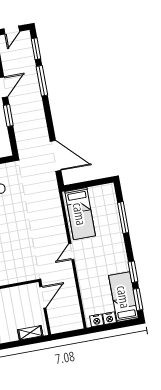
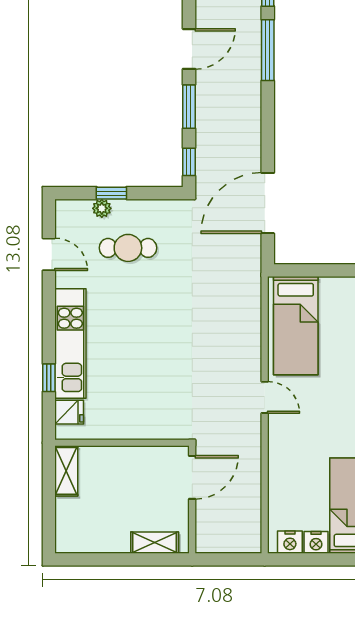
window: (13, 143) -> (189, 162), added
door: (56, 156) -> (268, 203), swing flipped
door: (71, 252) -> (265, 397), swing flipped

